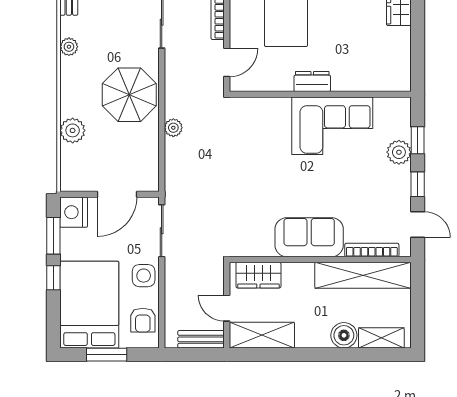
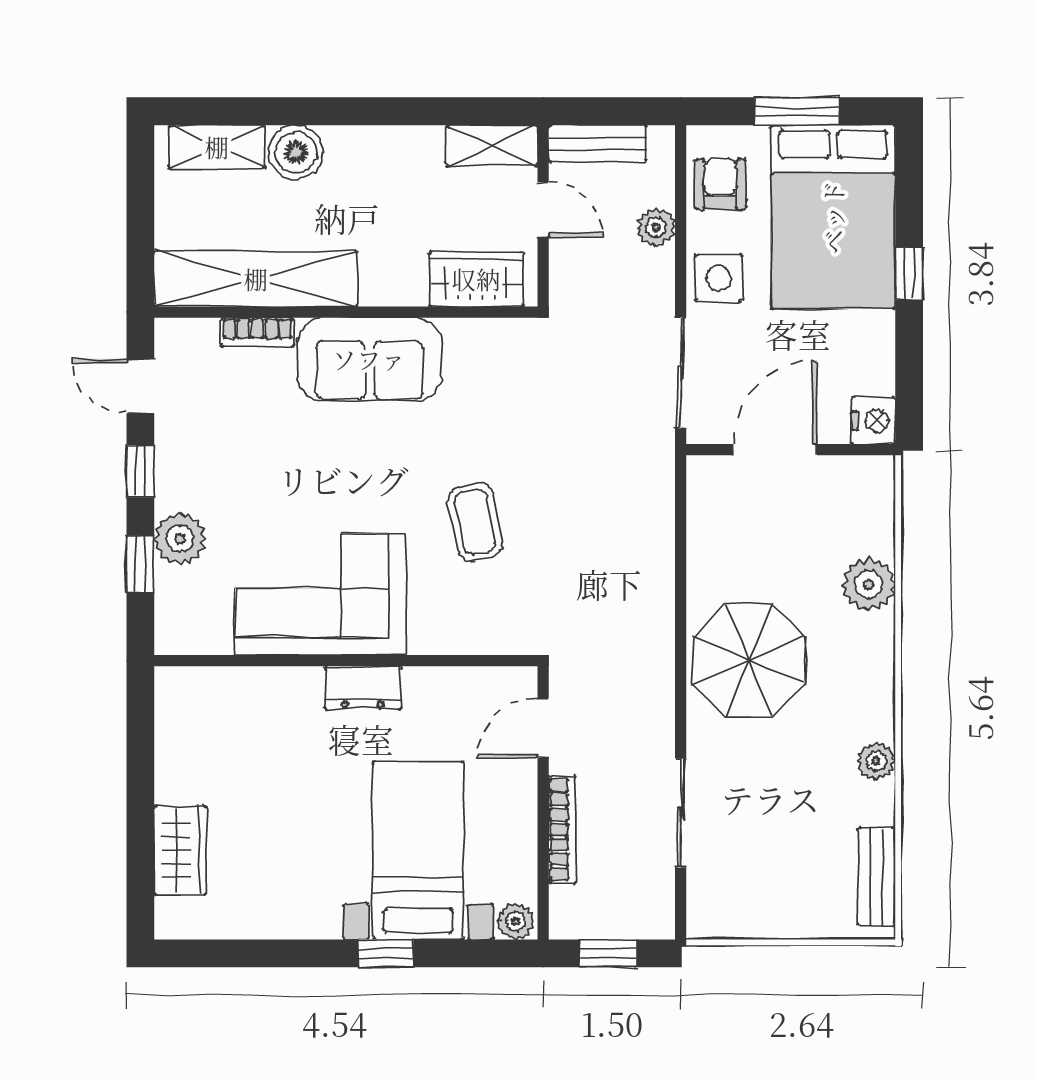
plant: (173, 128) -> (656, 227), moved
coffee table: (259, 160) -> (475, 522), added
nightstand: (74, 212) -> (873, 421), width x0.74, depth x0.75
window: (53, 236) -> (909, 362), removed
bookcase: (372, 250) -> (257, 332), width x0.64
shelving: (262, 335) -> (492, 146), width x0.67, depth x0.75

